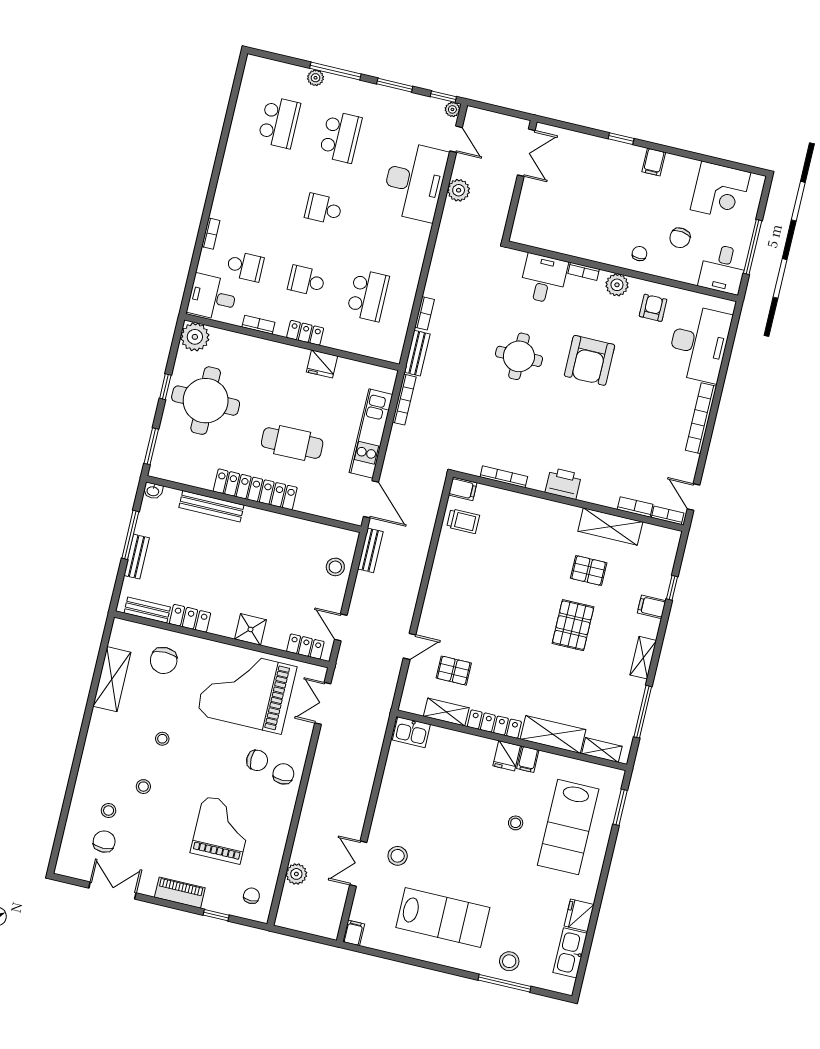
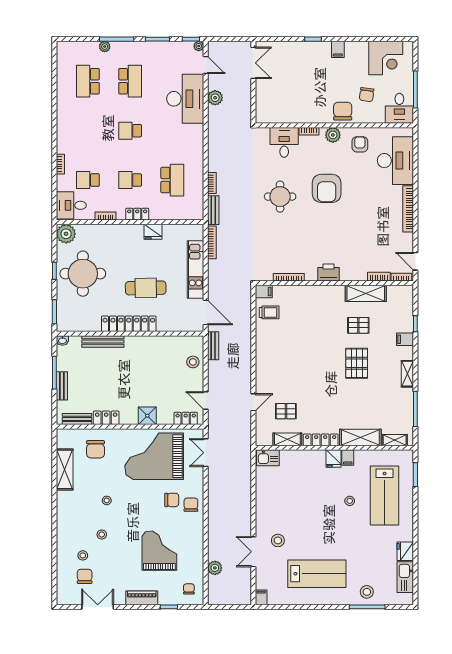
school desk: (279, 122) -> (88, 81), turned 180
chair: (639, 254) -> (343, 111), width x1.87, depth x1.87
school desk: (245, 266) -> (88, 180), turned 180

